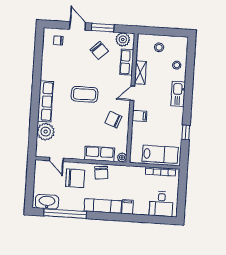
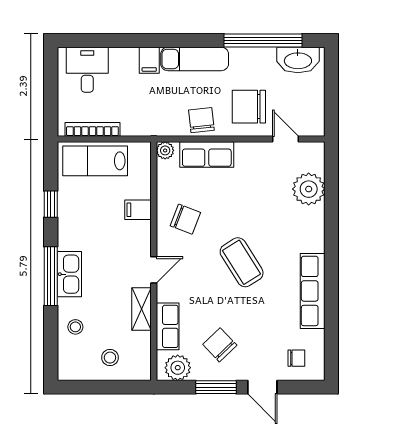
window: (188, 93) -> (51, 276), added
coffee table: (85, 94) -> (242, 262), turned 58
row of seats: (45, 101) -> (313, 291), moved
filing cabinet: (139, 116) -> (138, 210), moved

